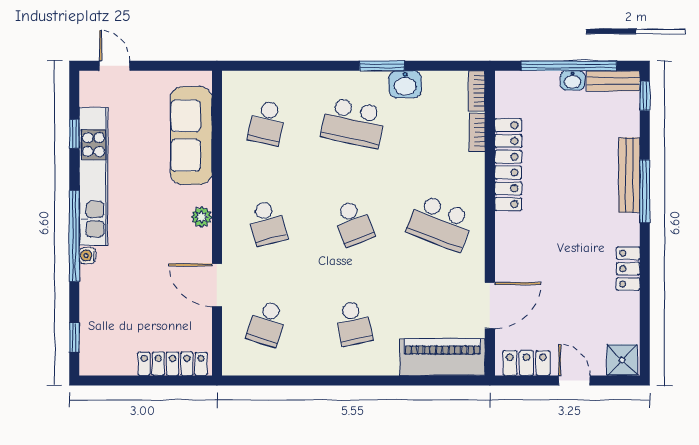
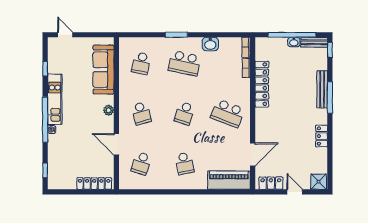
window: (382, 66) -> (176, 35), moved
kitchen unit: (94, 176) -> (55, 99), width x0.73
school desk: (353, 223) -> (184, 113), turned 39

